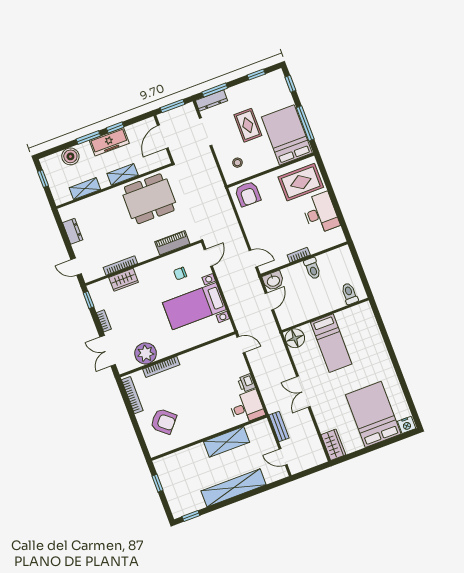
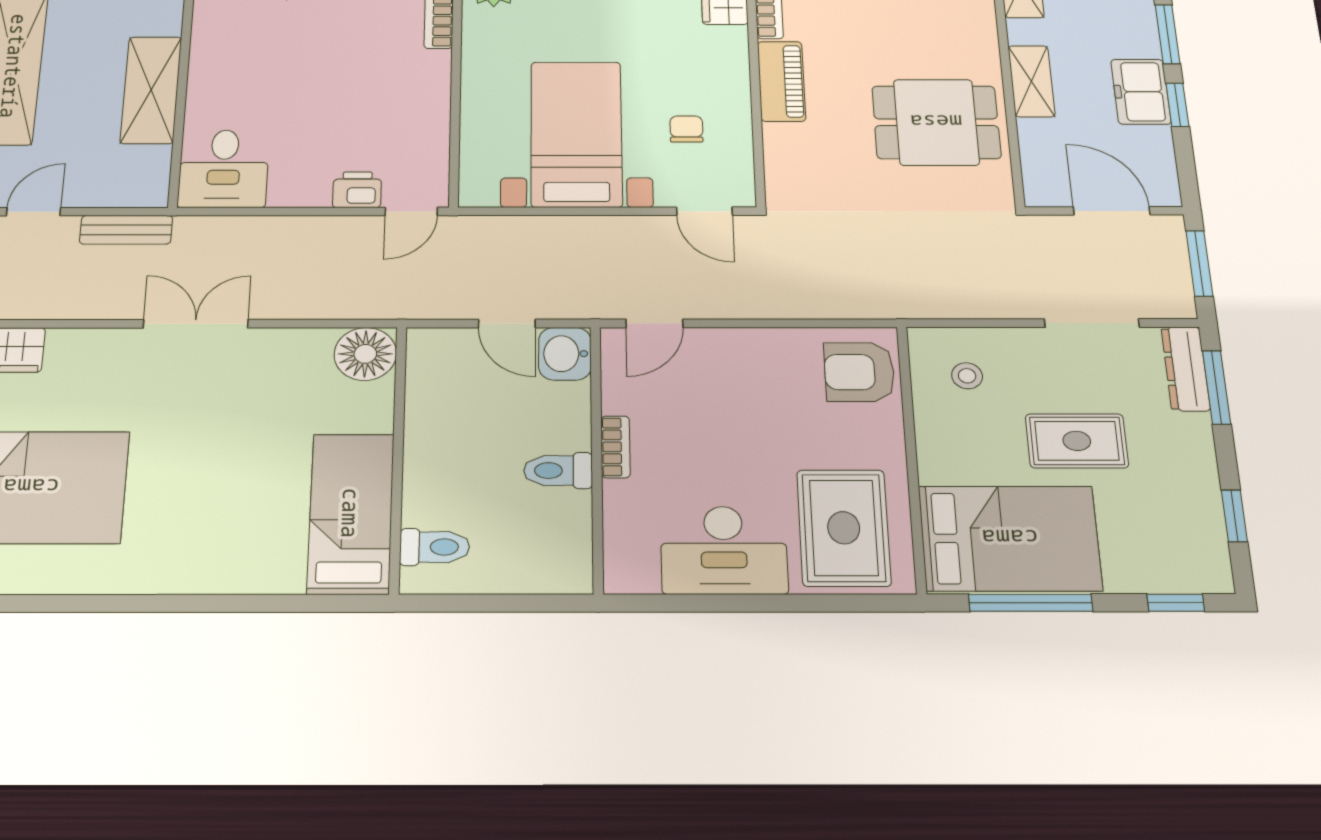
freezer: (109, 142) -> (1141, 92), width x0.71
dining table: (149, 199) -> (936, 122), width x0.73
piano: (172, 243) -> (781, 81), moved
bed: (331, 343) -> (351, 513), moved, turned 90
printer: (246, 383) -> (357, 190), moved

